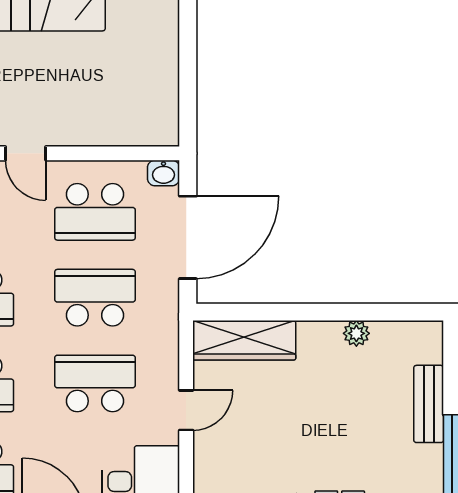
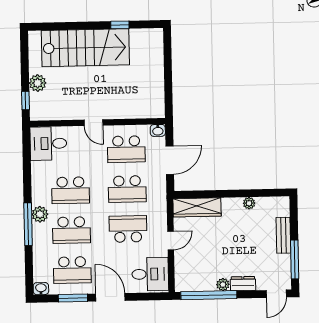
door: (188, 237) -> (170, 160), width x0.73
school desk: (95, 298) -> (127, 189), turned 180

